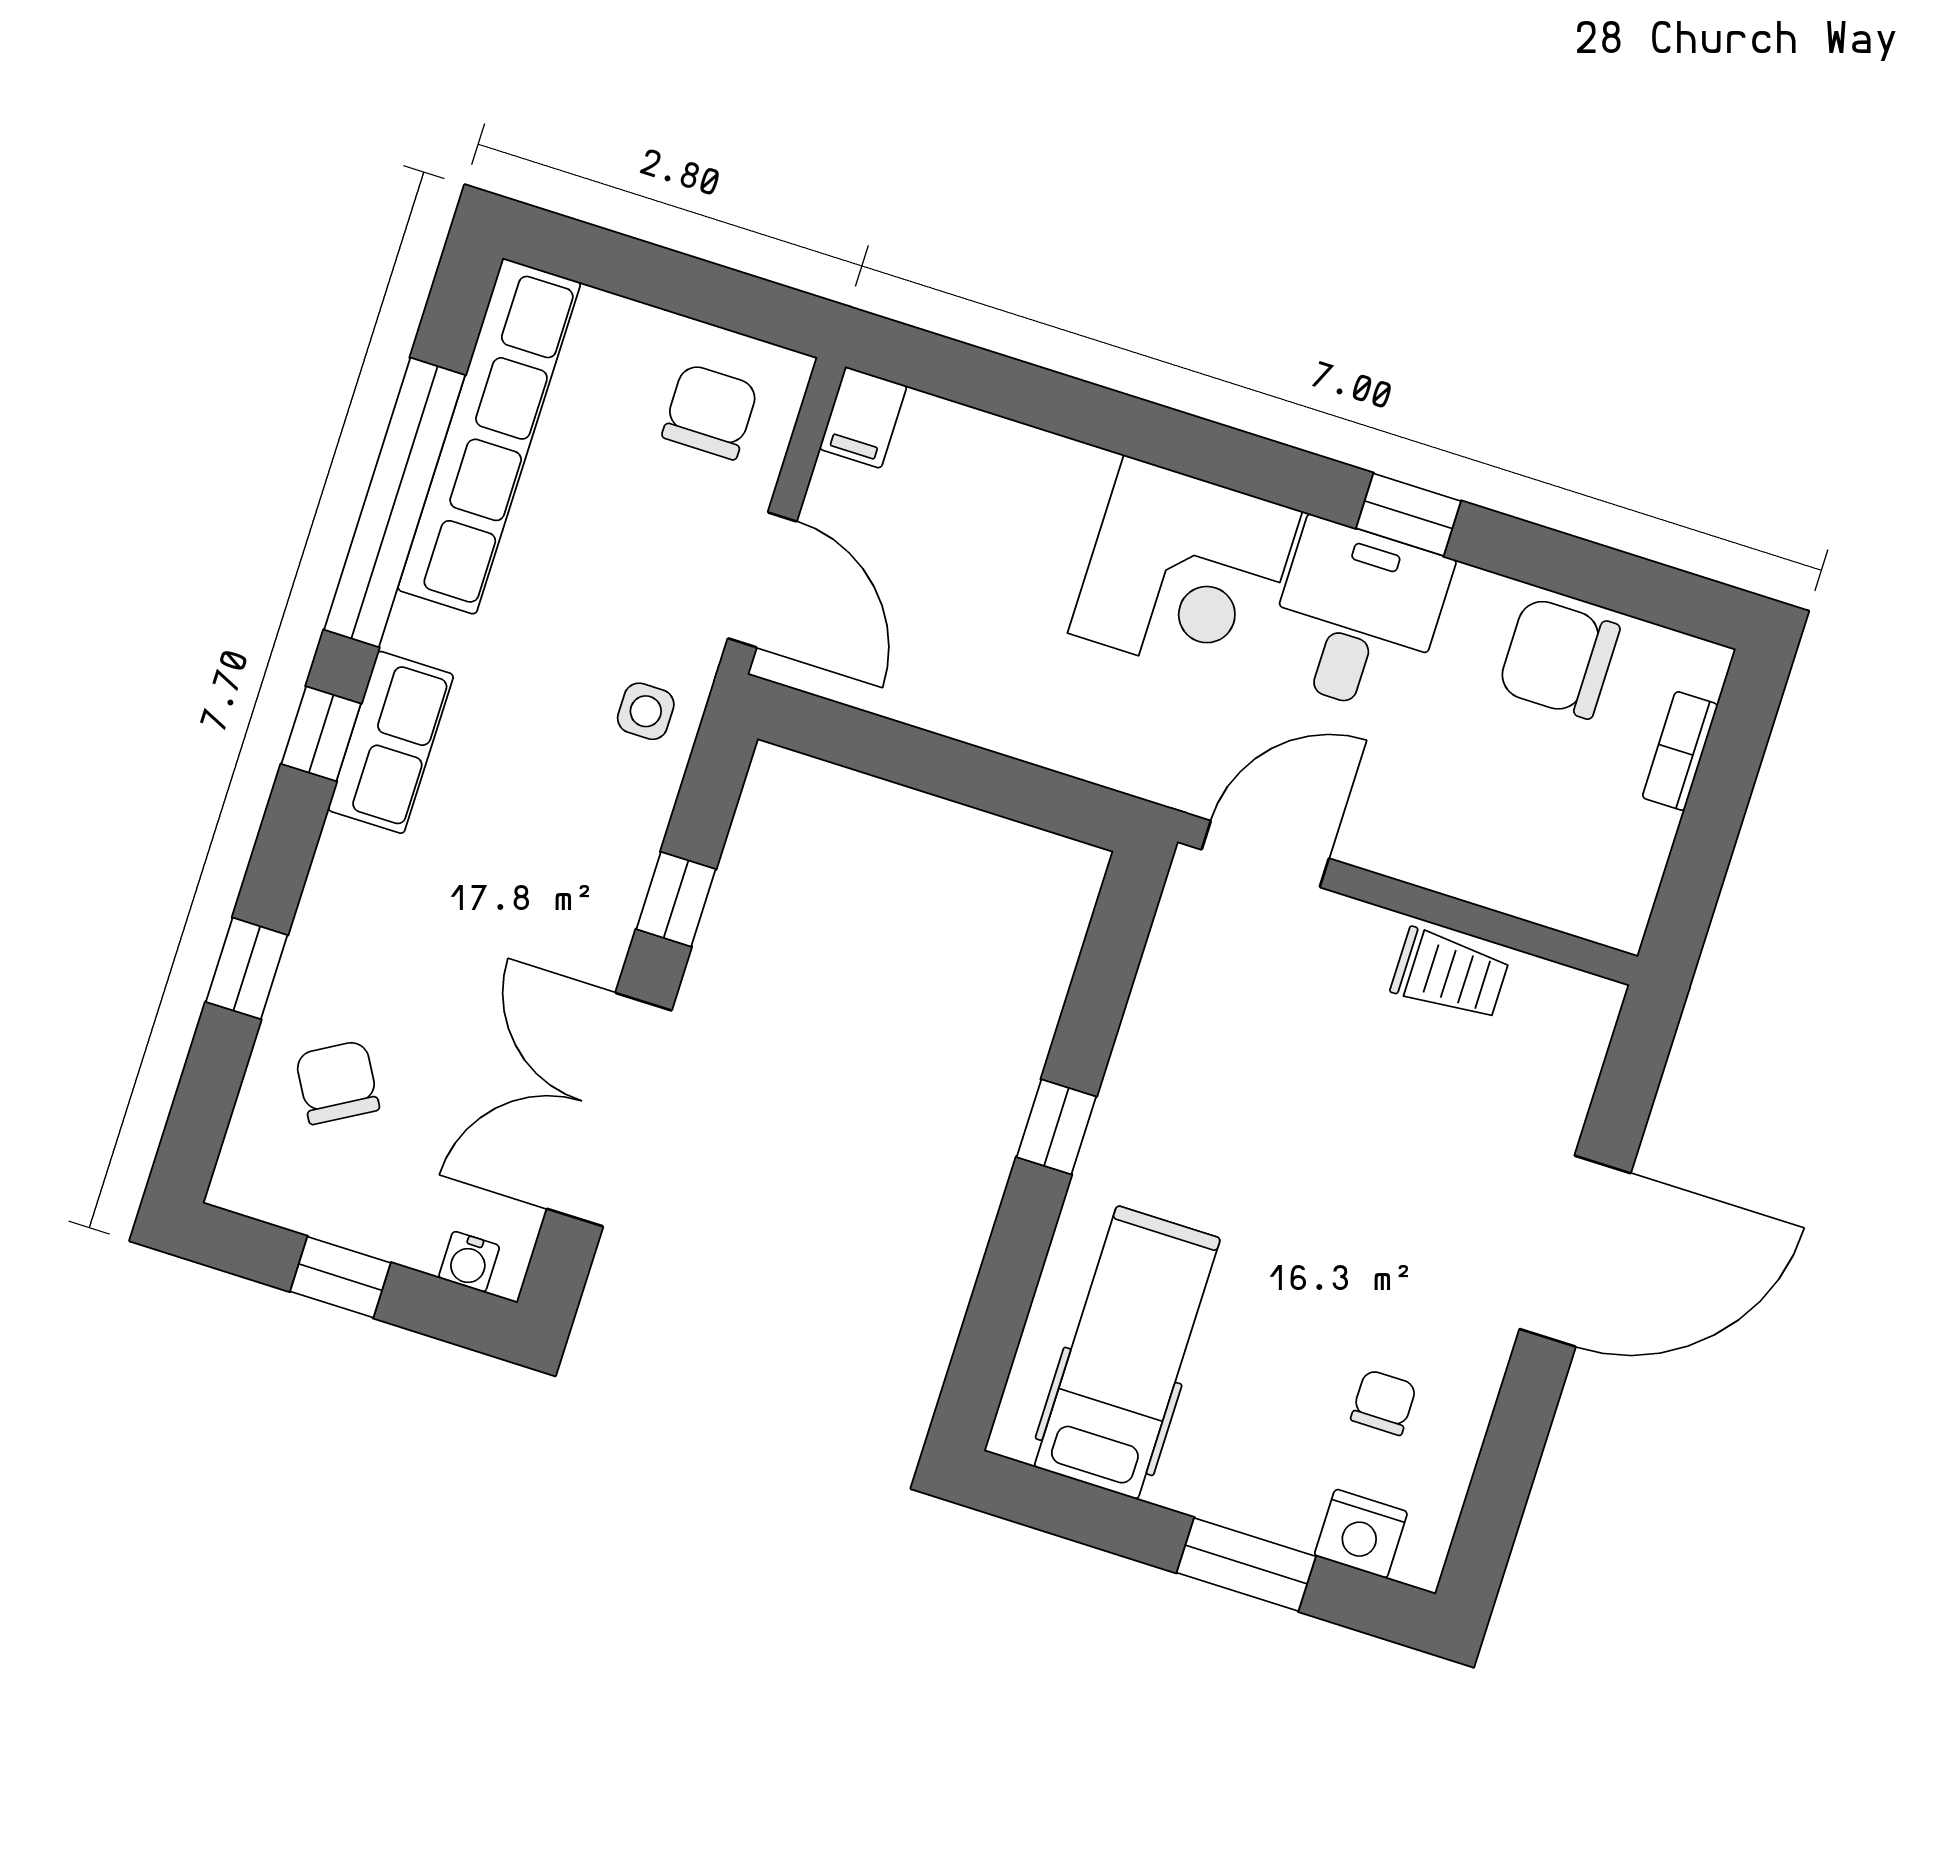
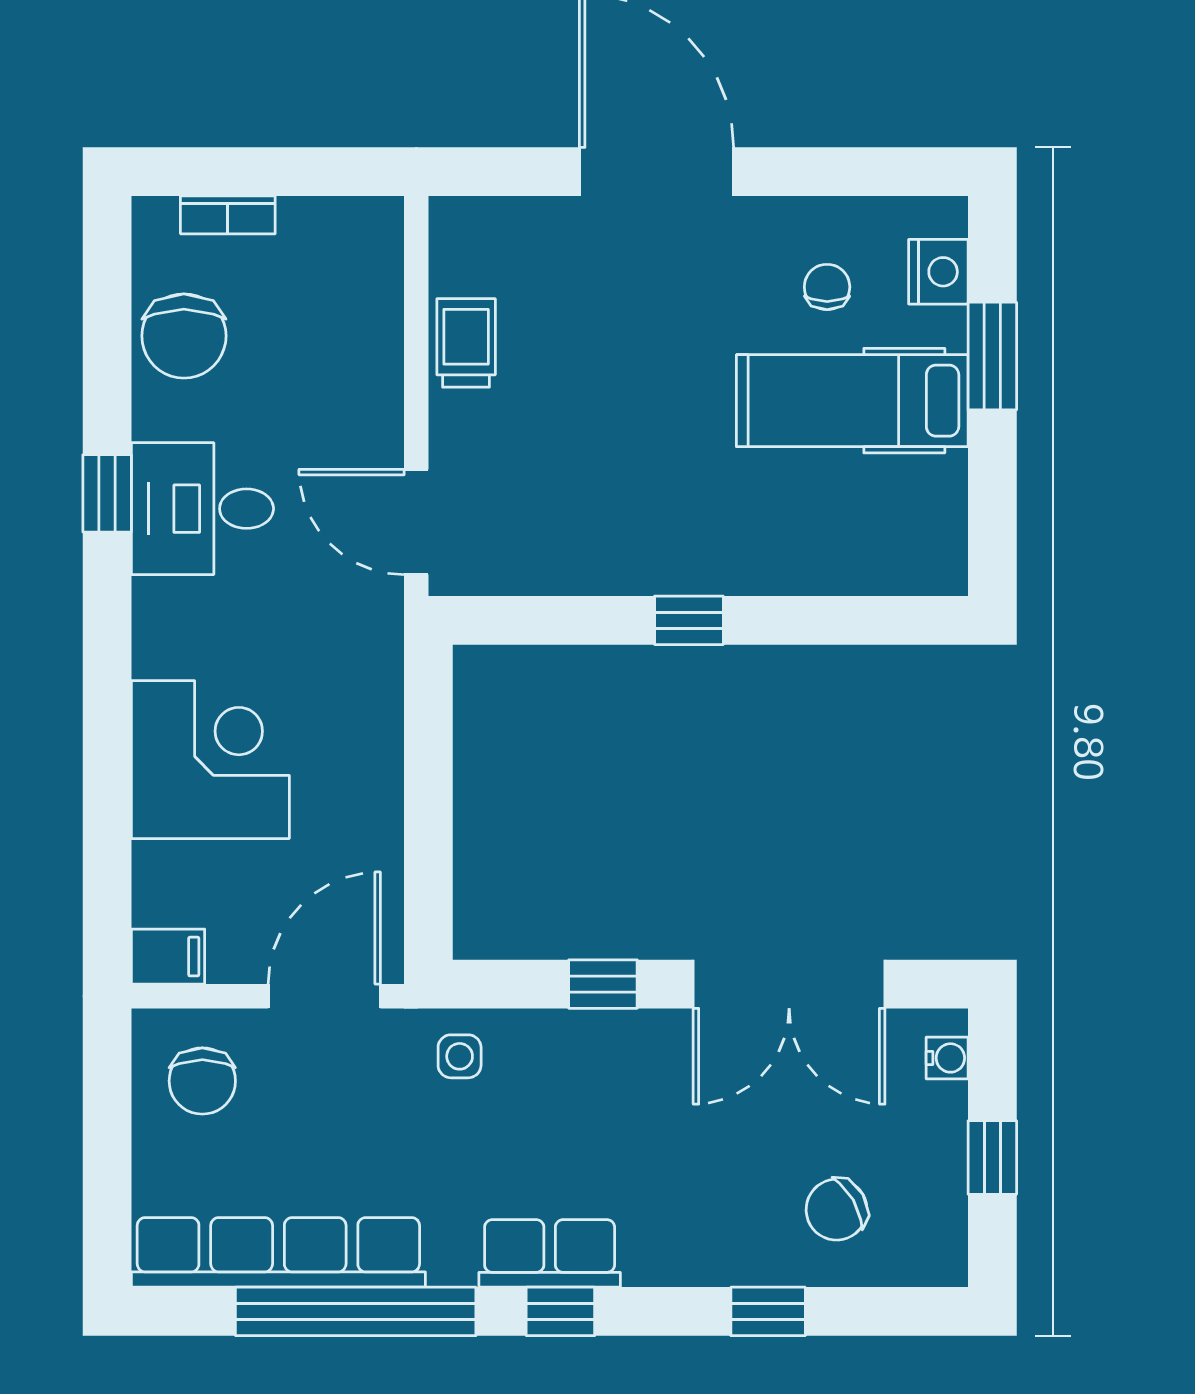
chair: (710, 412) -> (202, 1081), turned -90
corner desk: (1185, 572) -> (210, 760), moved
hospital bed: (1127, 1353) -> (852, 401), moved
chair: (1384, 1402) -> (827, 287), turned 90

